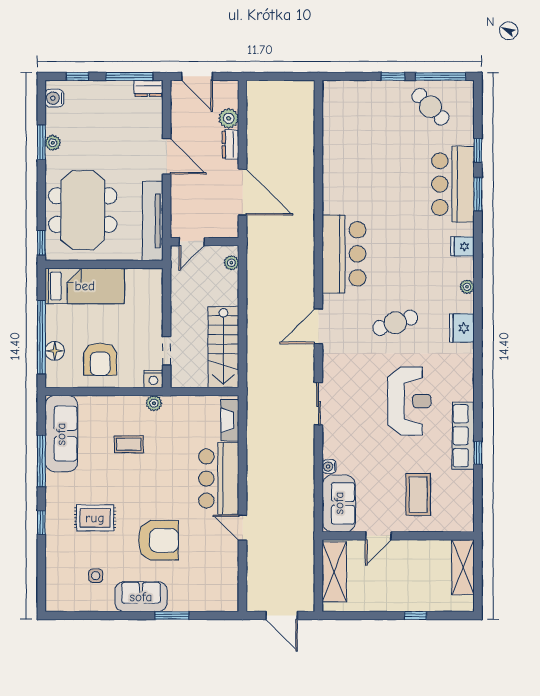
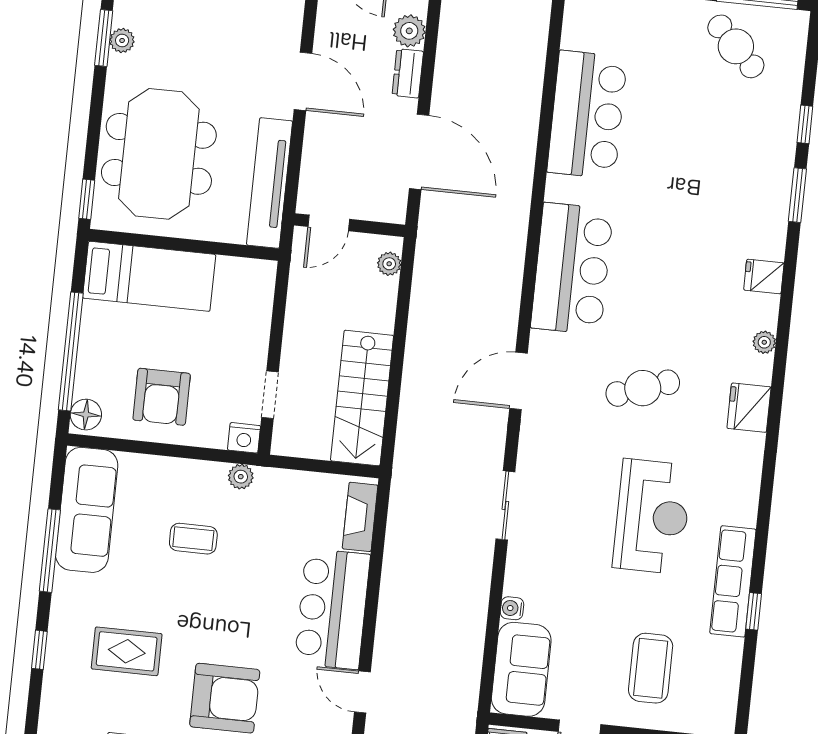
bar counter: (453, 184) -> (587, 115), moved, turned 180
floor lamp: (55, 351) -> (86, 415), moved

